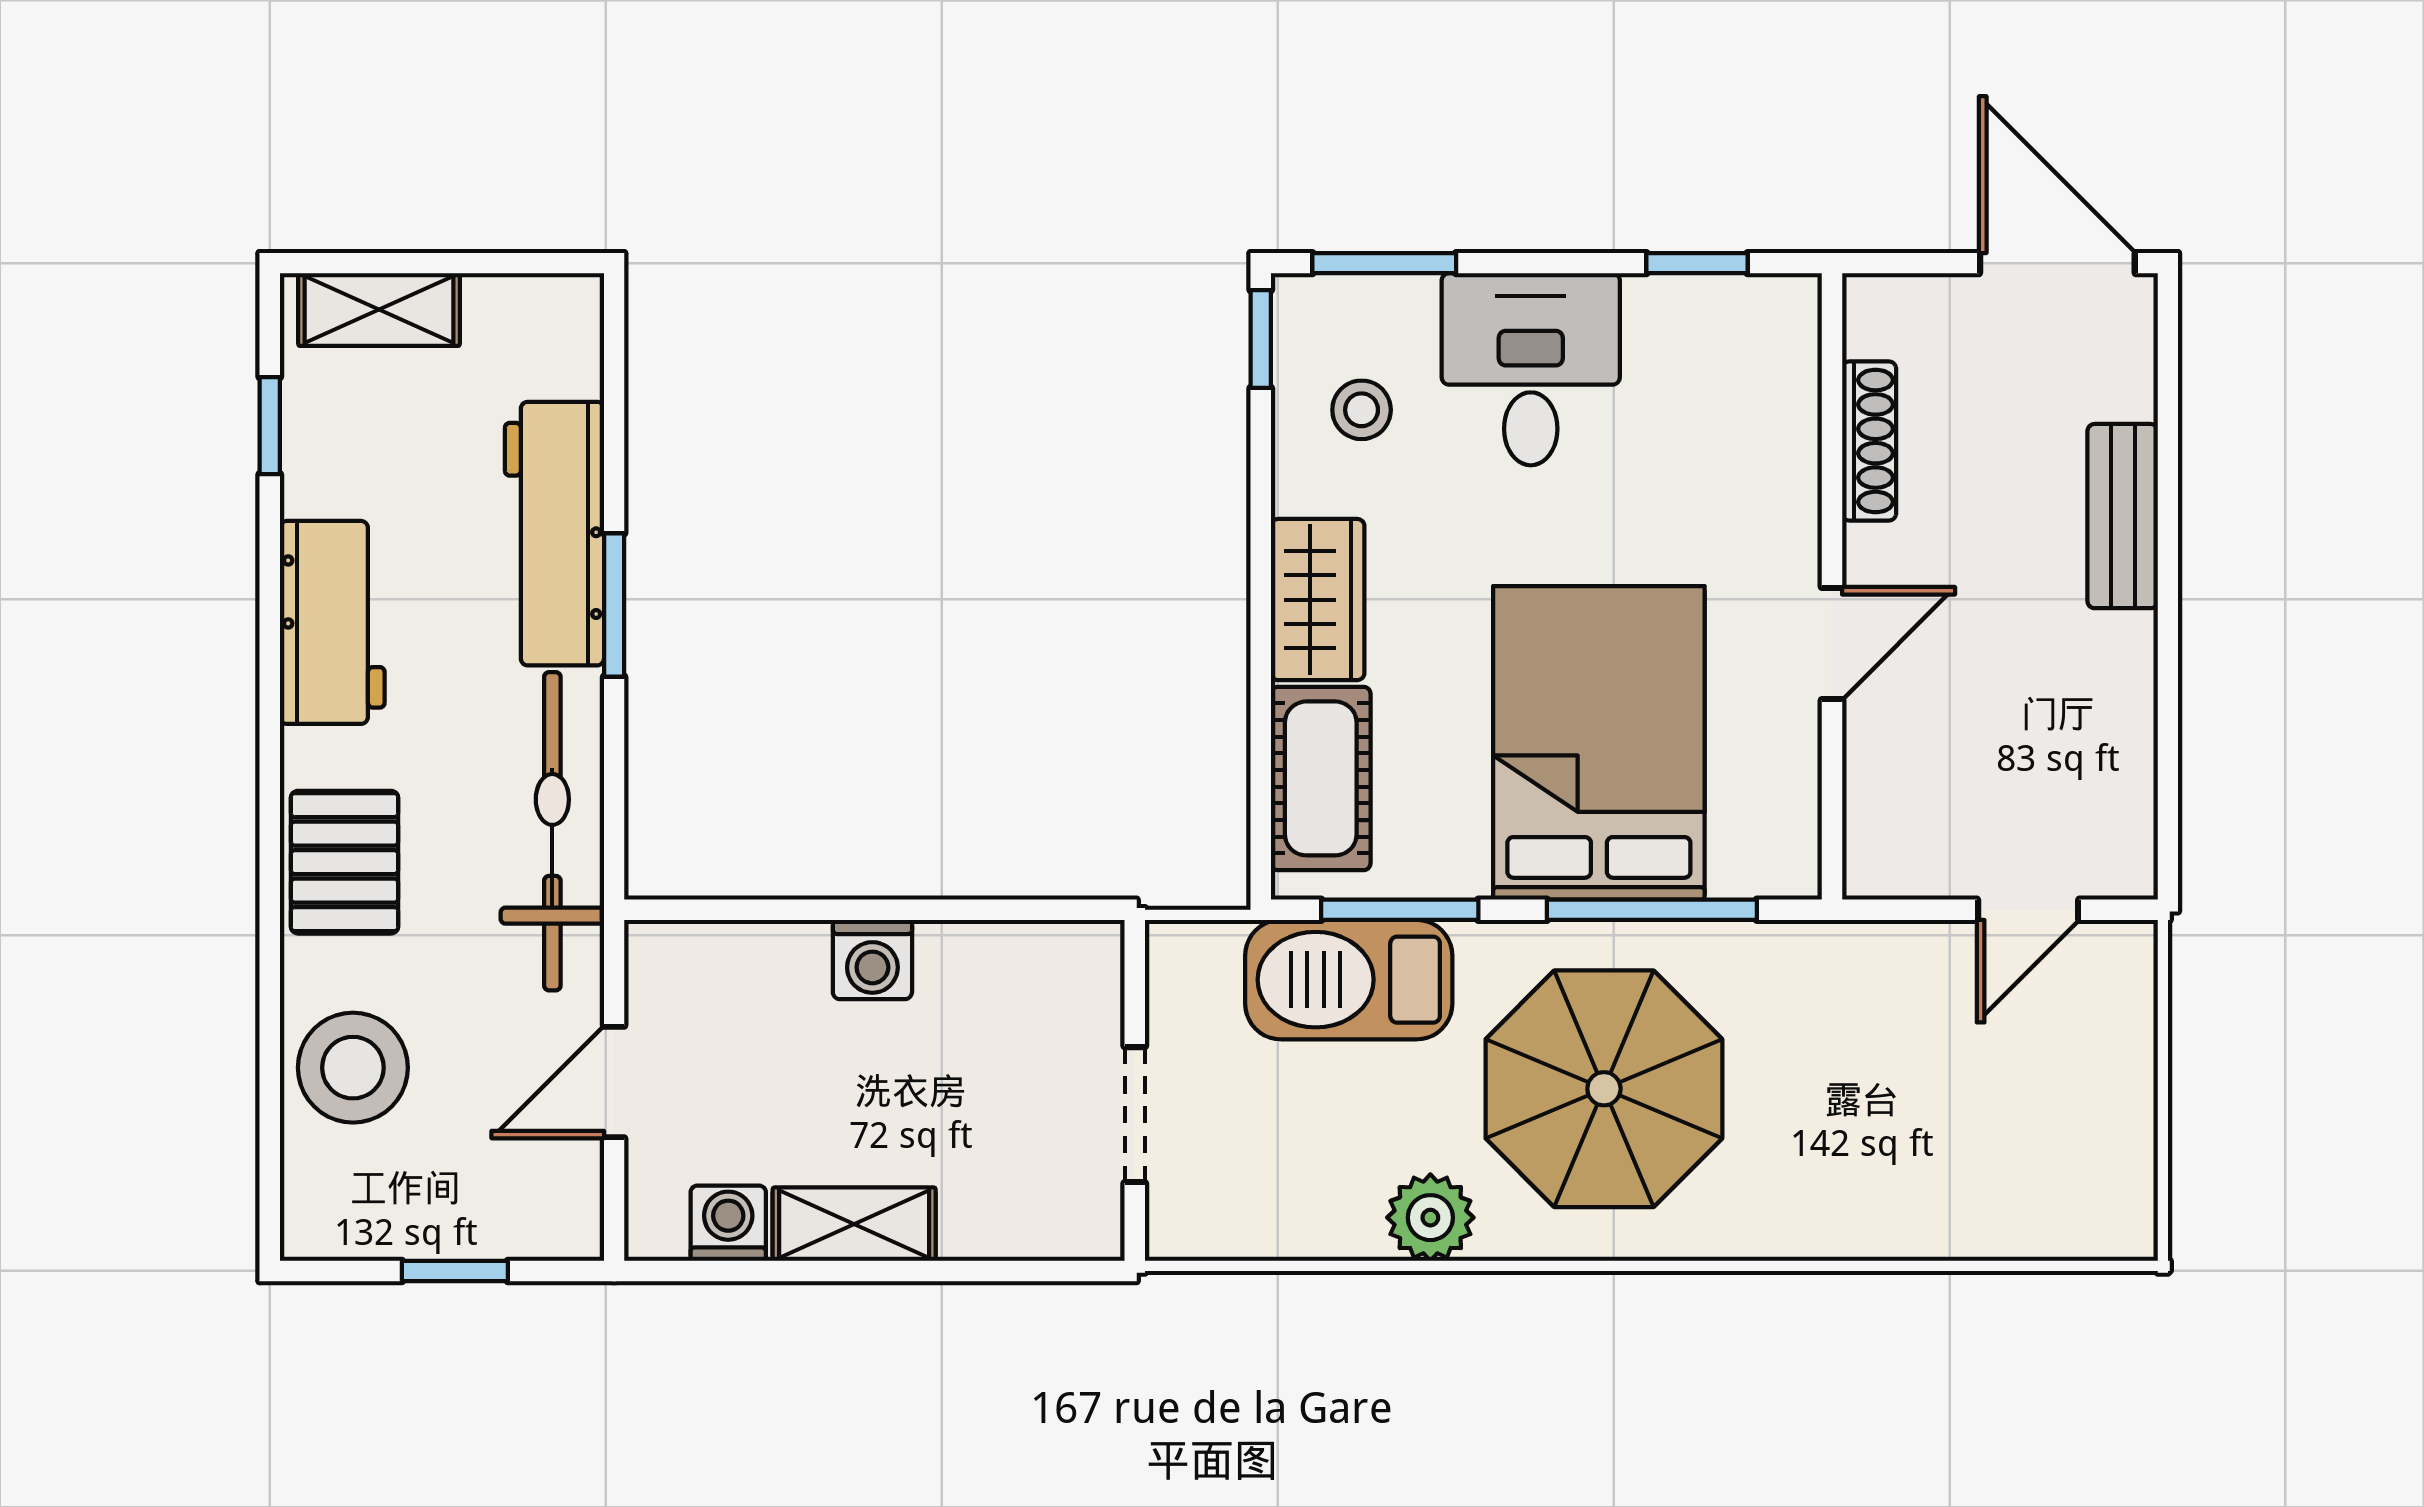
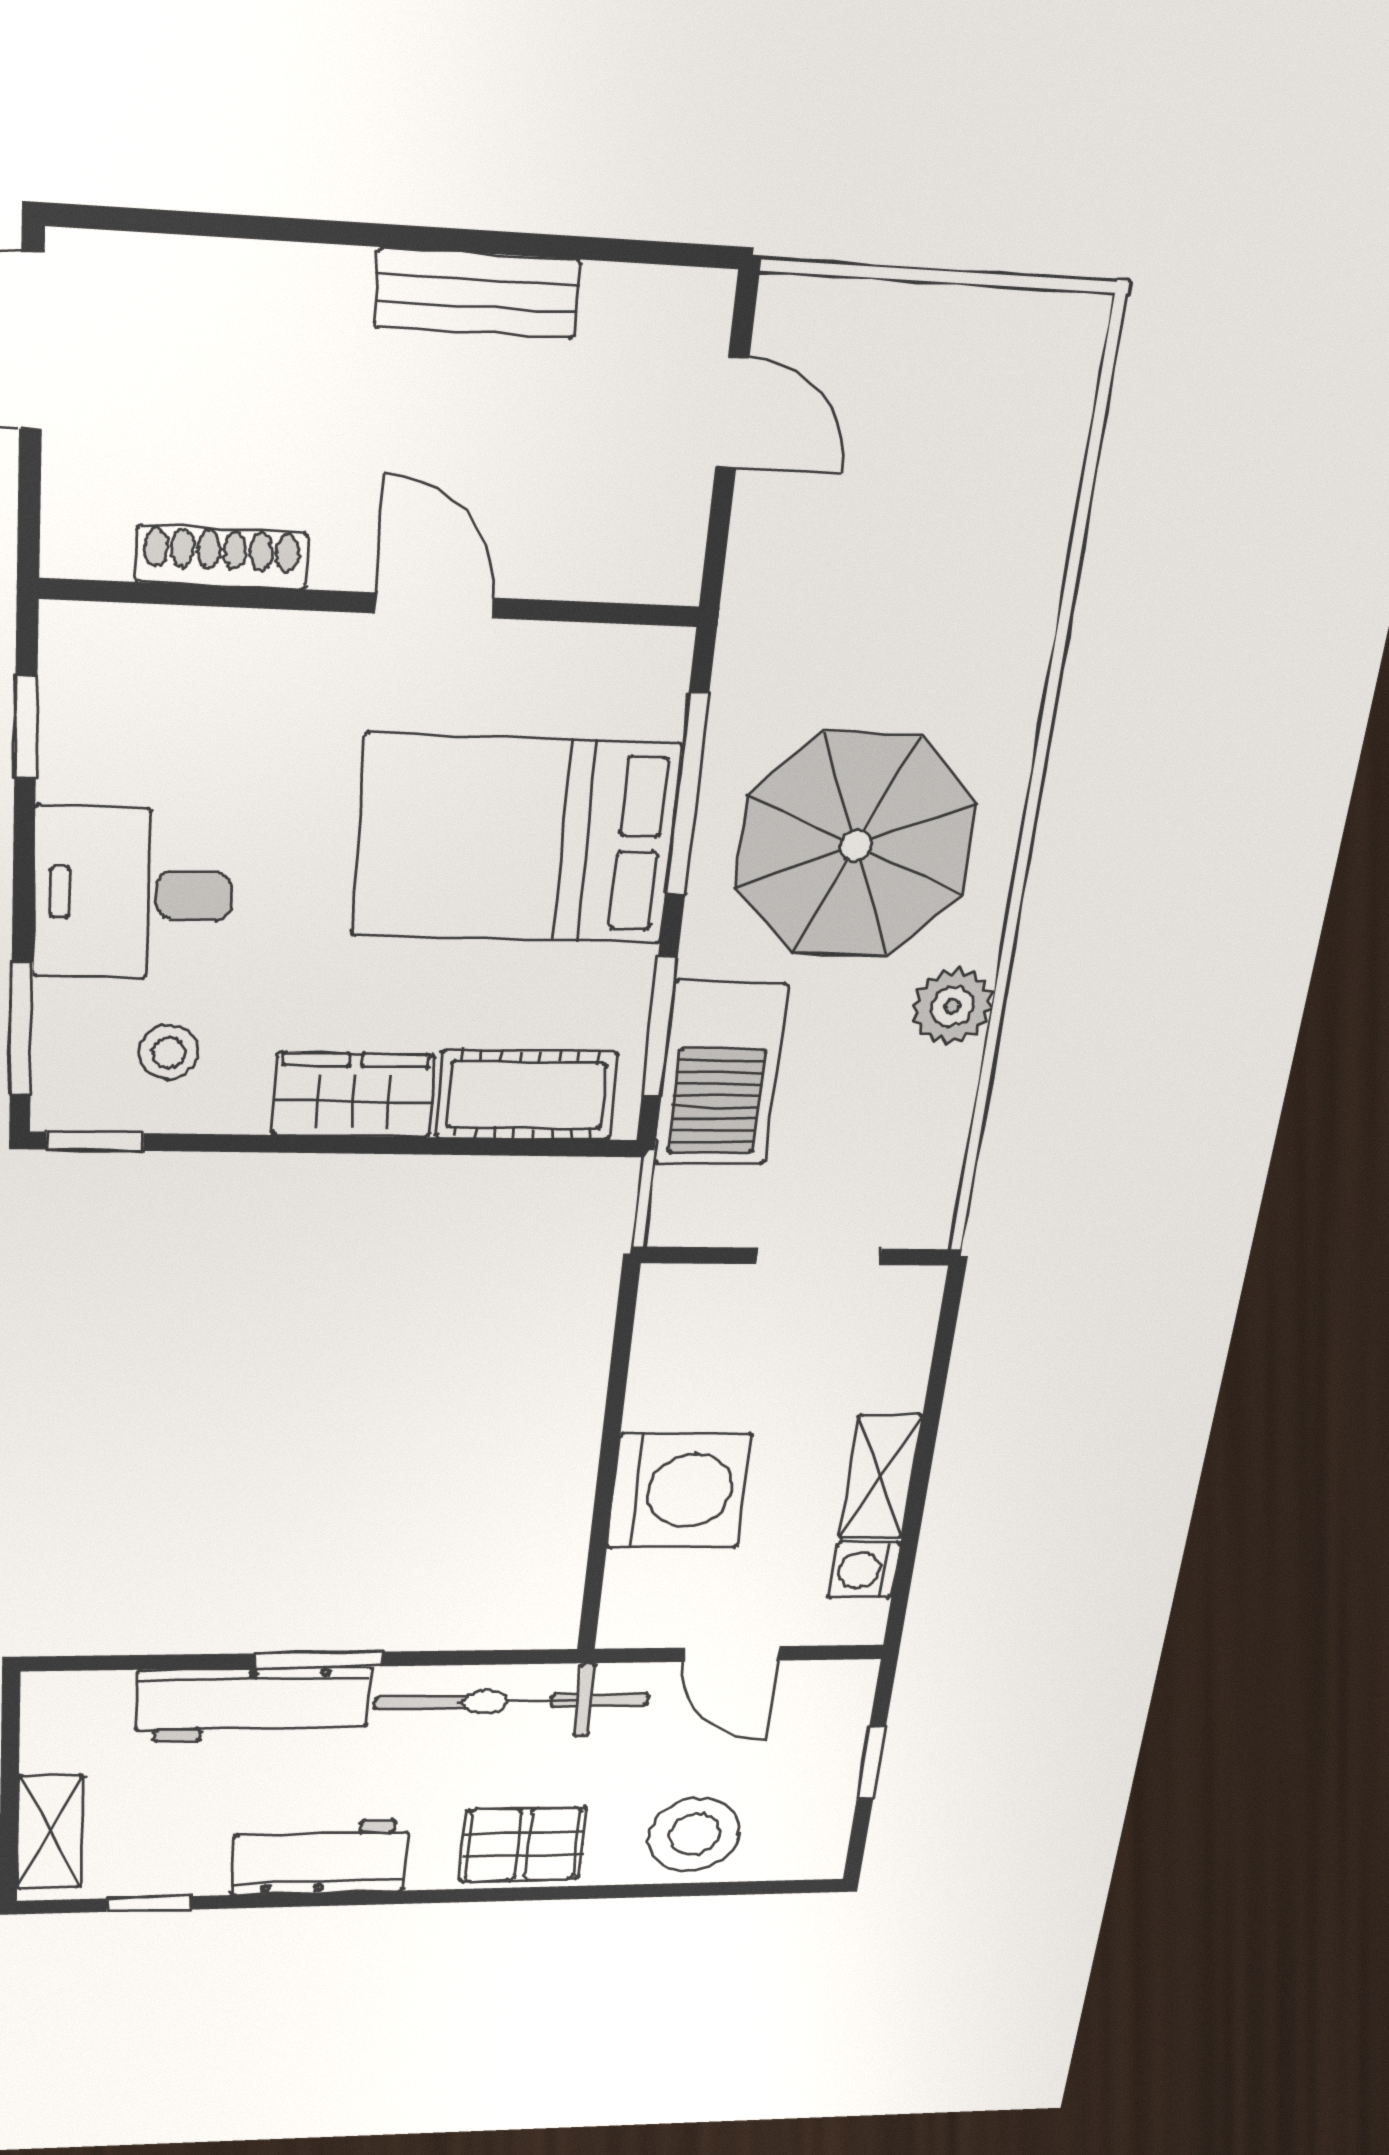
bench: (2123, 516) -> (477, 293), moved
washing machine: (872, 959) -> (679, 1491), width x1.89, depth x1.89

